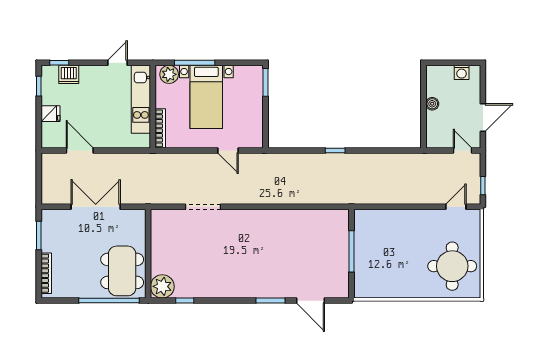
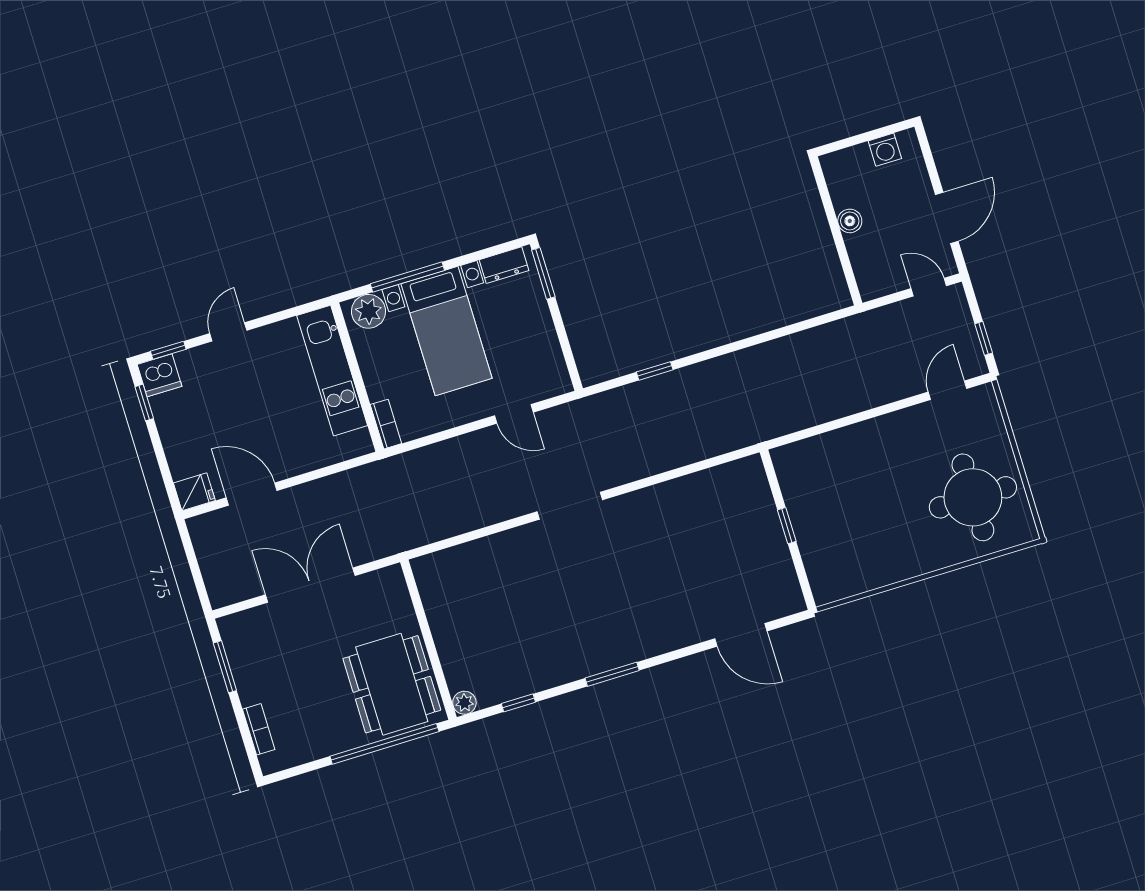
door: (117, 63) -> (228, 332), moved
dresser: (246, 72) -> (504, 265), added
dishwasher: (69, 74) -> (159, 375), moved
fridge: (50, 114) -> (194, 492), moved
bookcase: (160, 128) -> (386, 424), width x0.64
window: (335, 150) -> (655, 371), moved
doorway: (203, 207) -> (570, 506), moved
window: (351, 251) -> (787, 526), width x0.46
bookcase: (46, 273) -> (259, 729), width x0.64
plant: (162, 286) -> (464, 703), width x0.53, depth x0.53
window: (270, 301) -> (612, 674), moved

